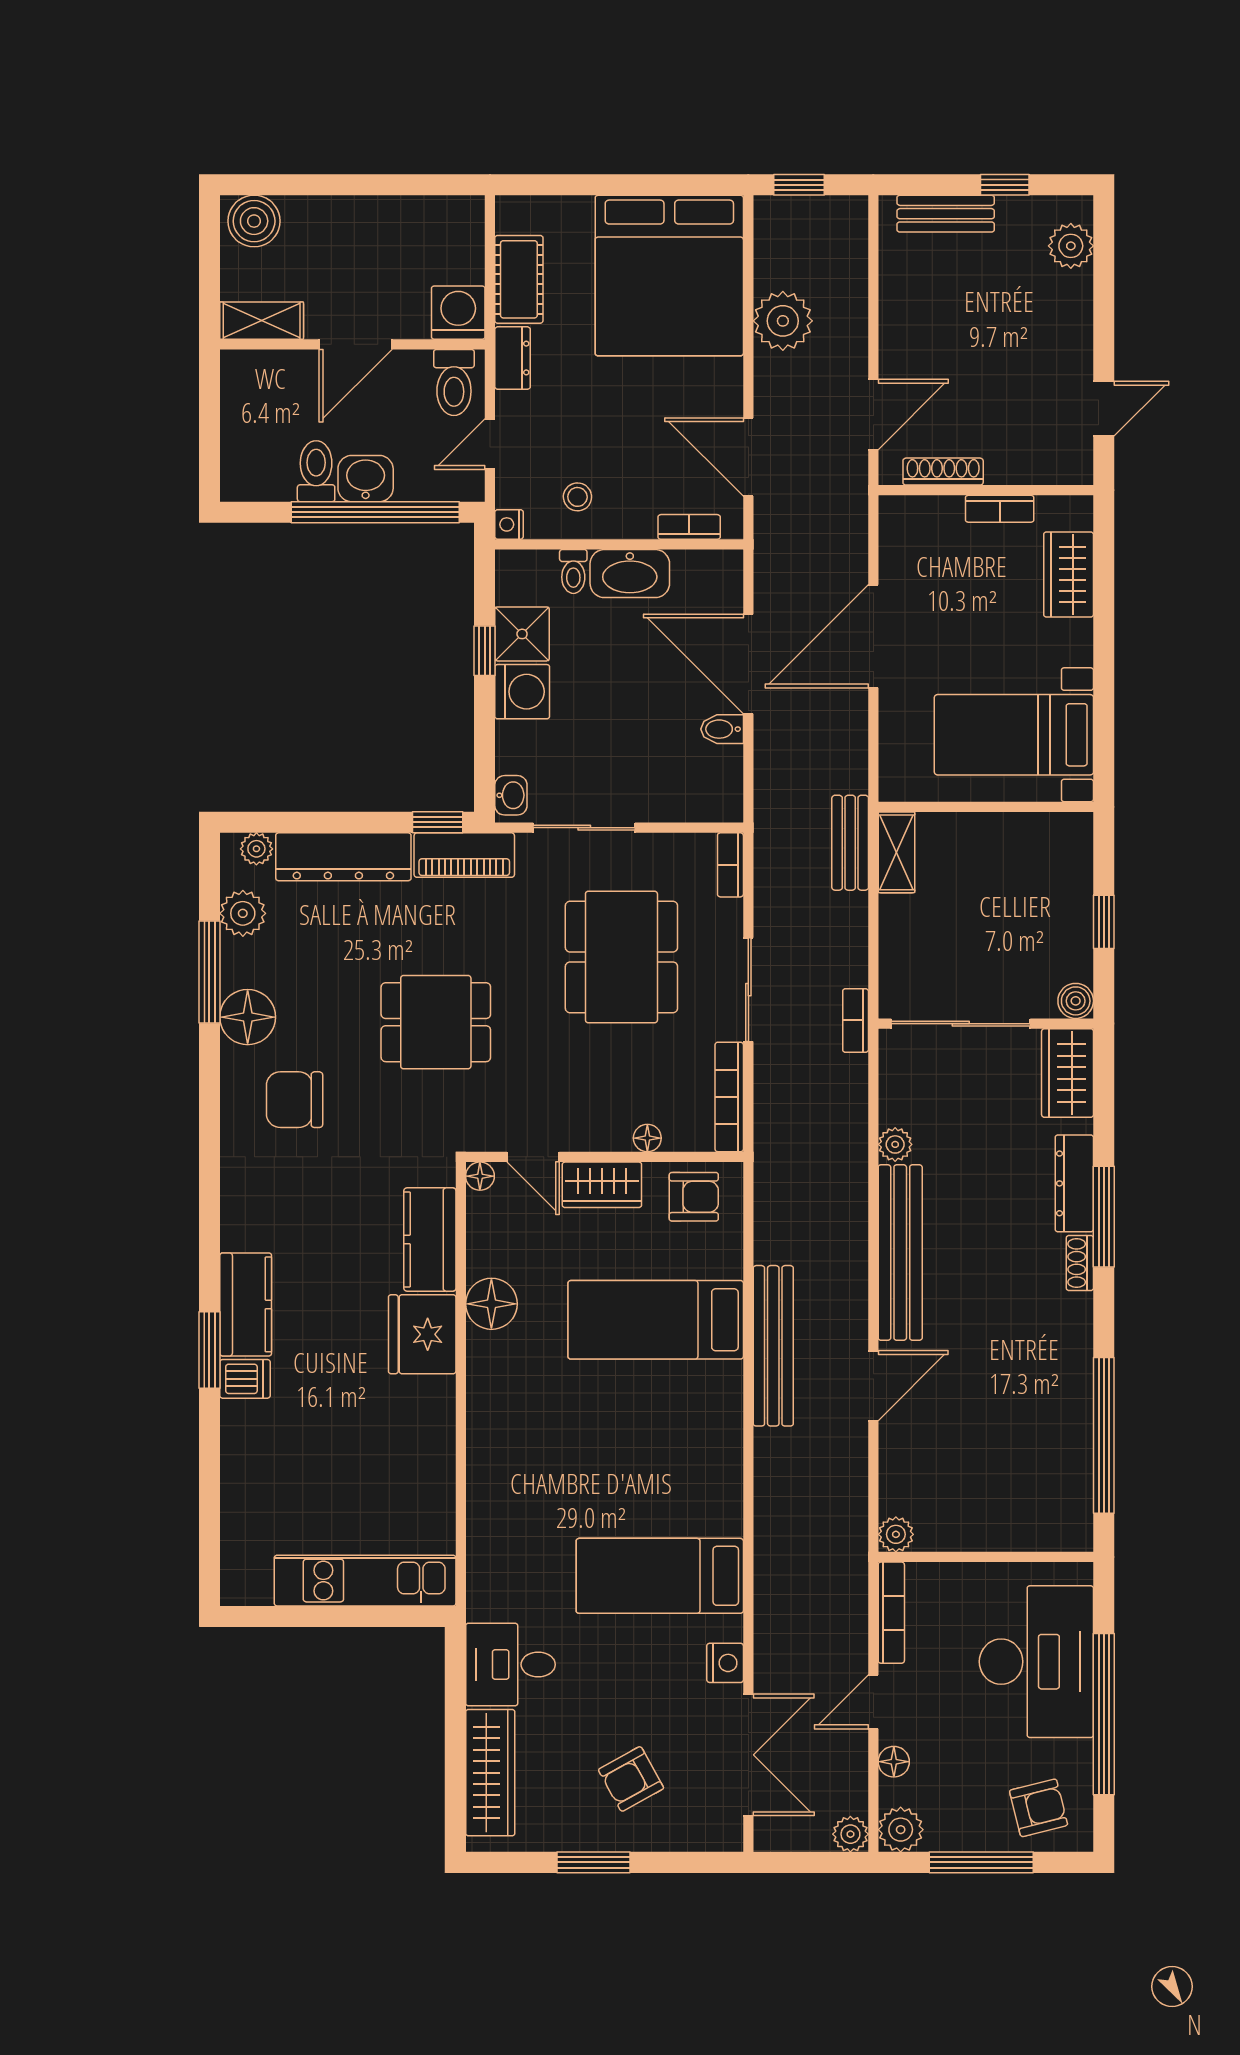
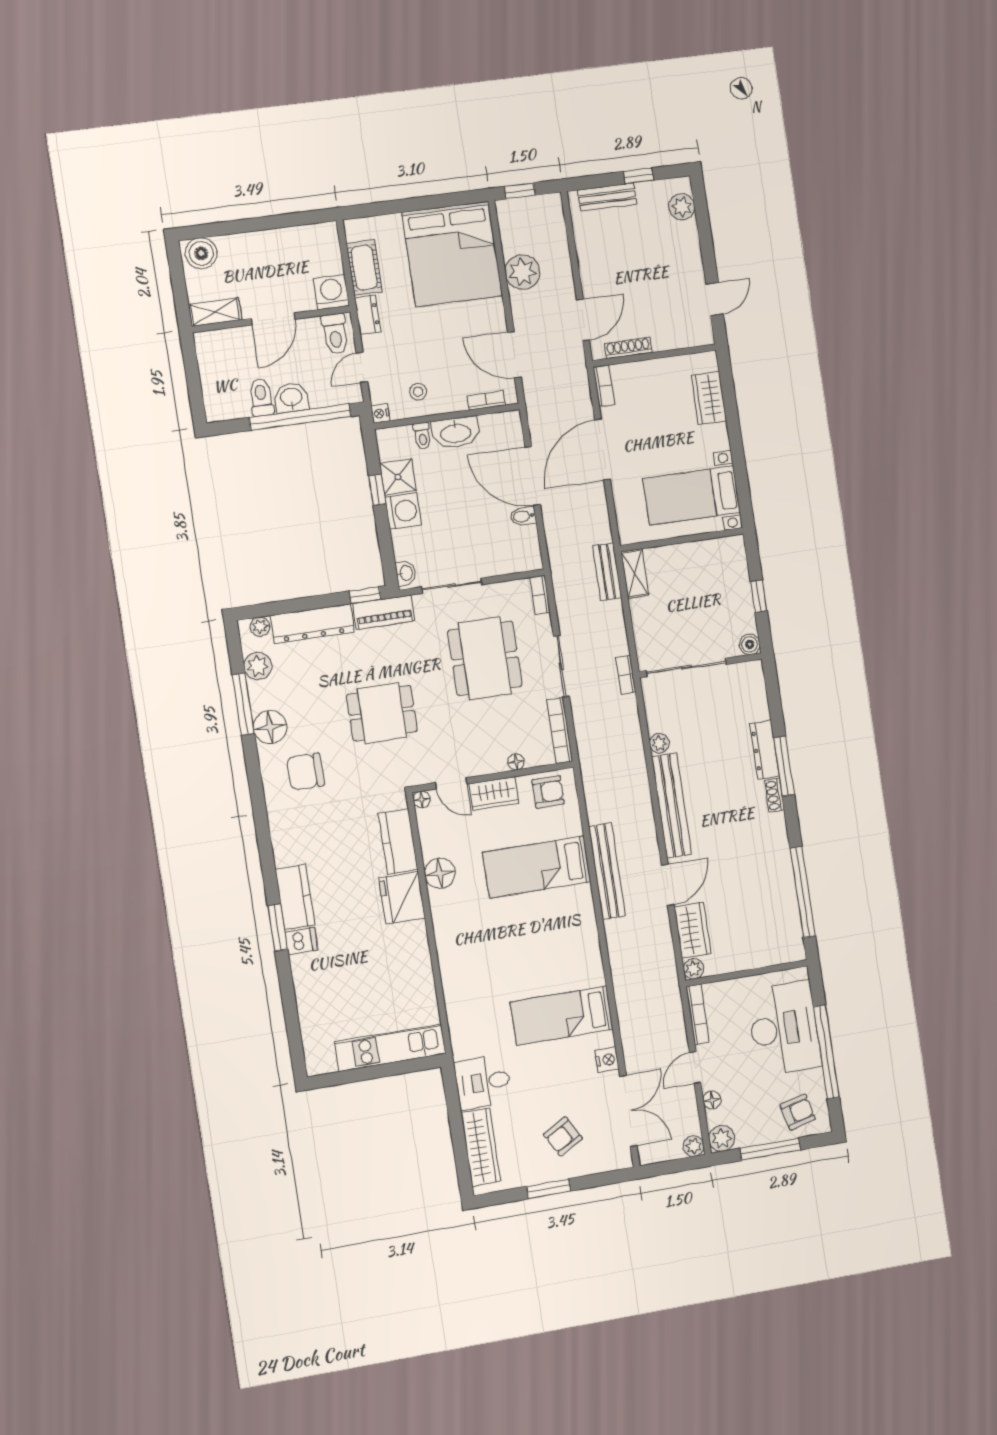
bookcase: (1000, 509) -> (604, 386), moved, turned -90
wardrobe: (1068, 1073) -> (693, 930), moved, turned 180

